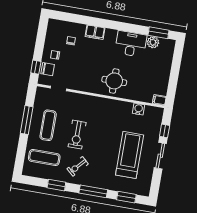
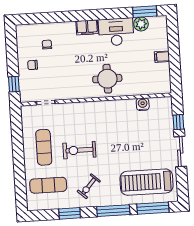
filing cabinet: (95, 32) -> (87, 27), moved
chair: (48, 69) -> (28, 83), removed
filing cabinet: (159, 100) -> (162, 57), moved
window: (27, 120) -> (18, 147), removed
exercise bike: (77, 135) -> (79, 150), turned 90
treadmill: (130, 155) -> (146, 182), moved, turned -90
window: (126, 197) -> (153, 208), width x1.44

